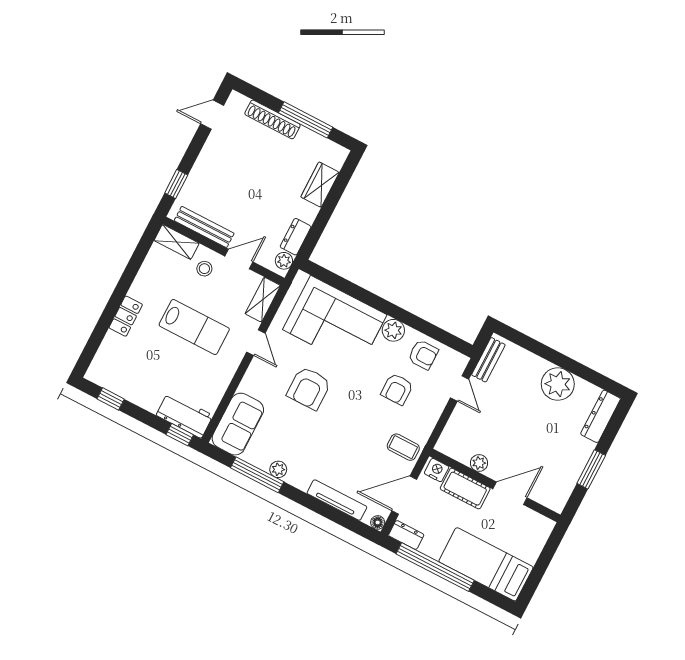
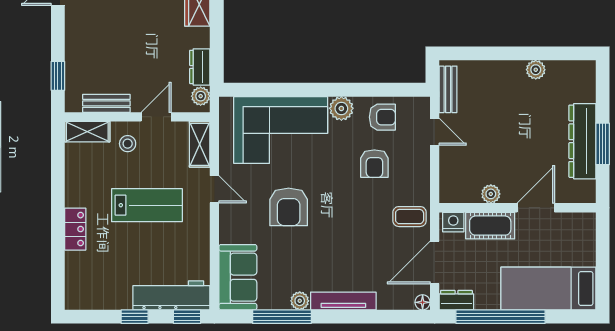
bench: (204, 227) -> (106, 103), width x0.73
plant: (558, 384) -> (536, 70), width x0.53, depth x0.53
window: (111, 399) -> (135, 317), moved
workbench: (185, 415) -> (171, 295), width x1.38
dresser: (601, 416) -> (582, 141), moved, width x1.37, depth x1.24
tv unit: (337, 500) -> (343, 301), moved

